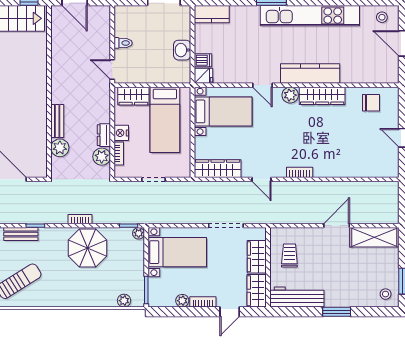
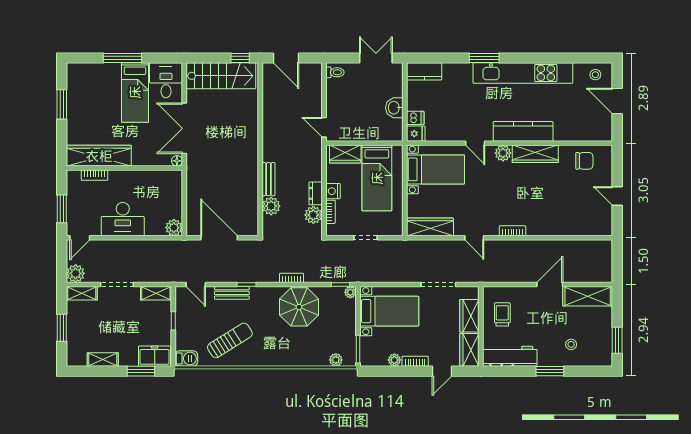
toilet: (123, 43) -> (335, 72), moved
stool: (386, 294) -> (571, 344), moved

